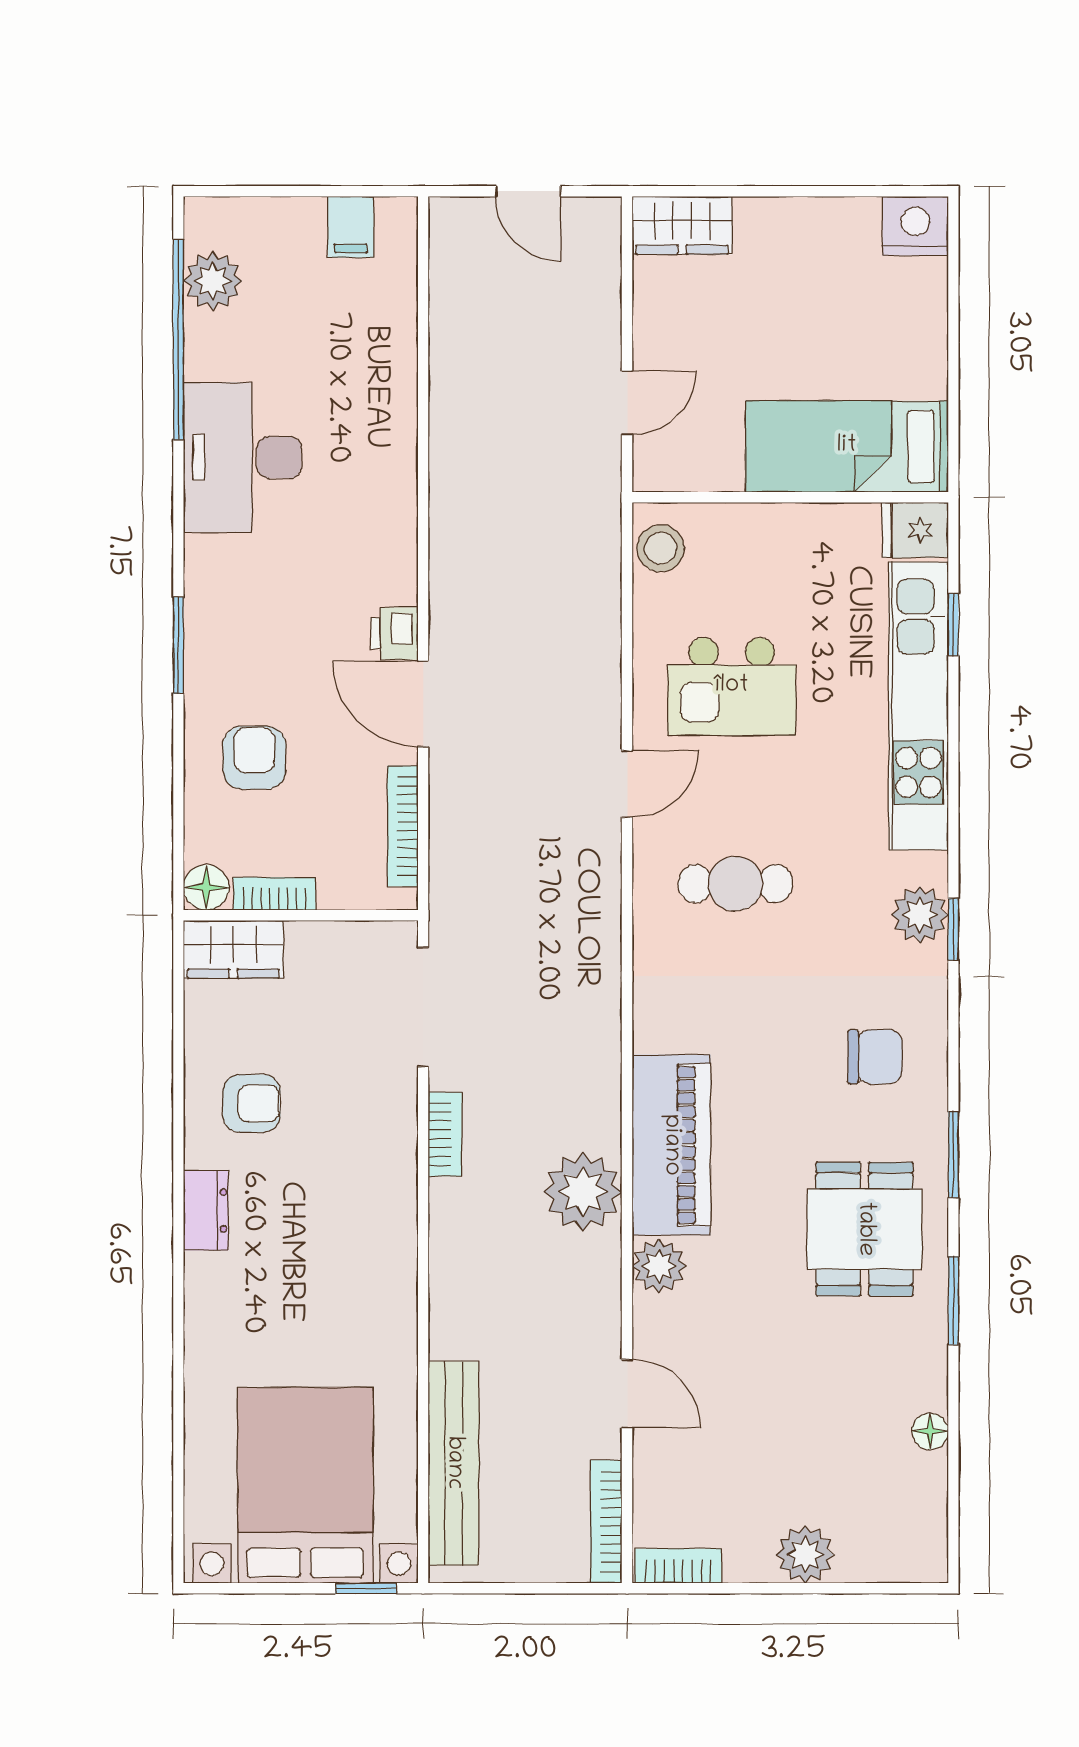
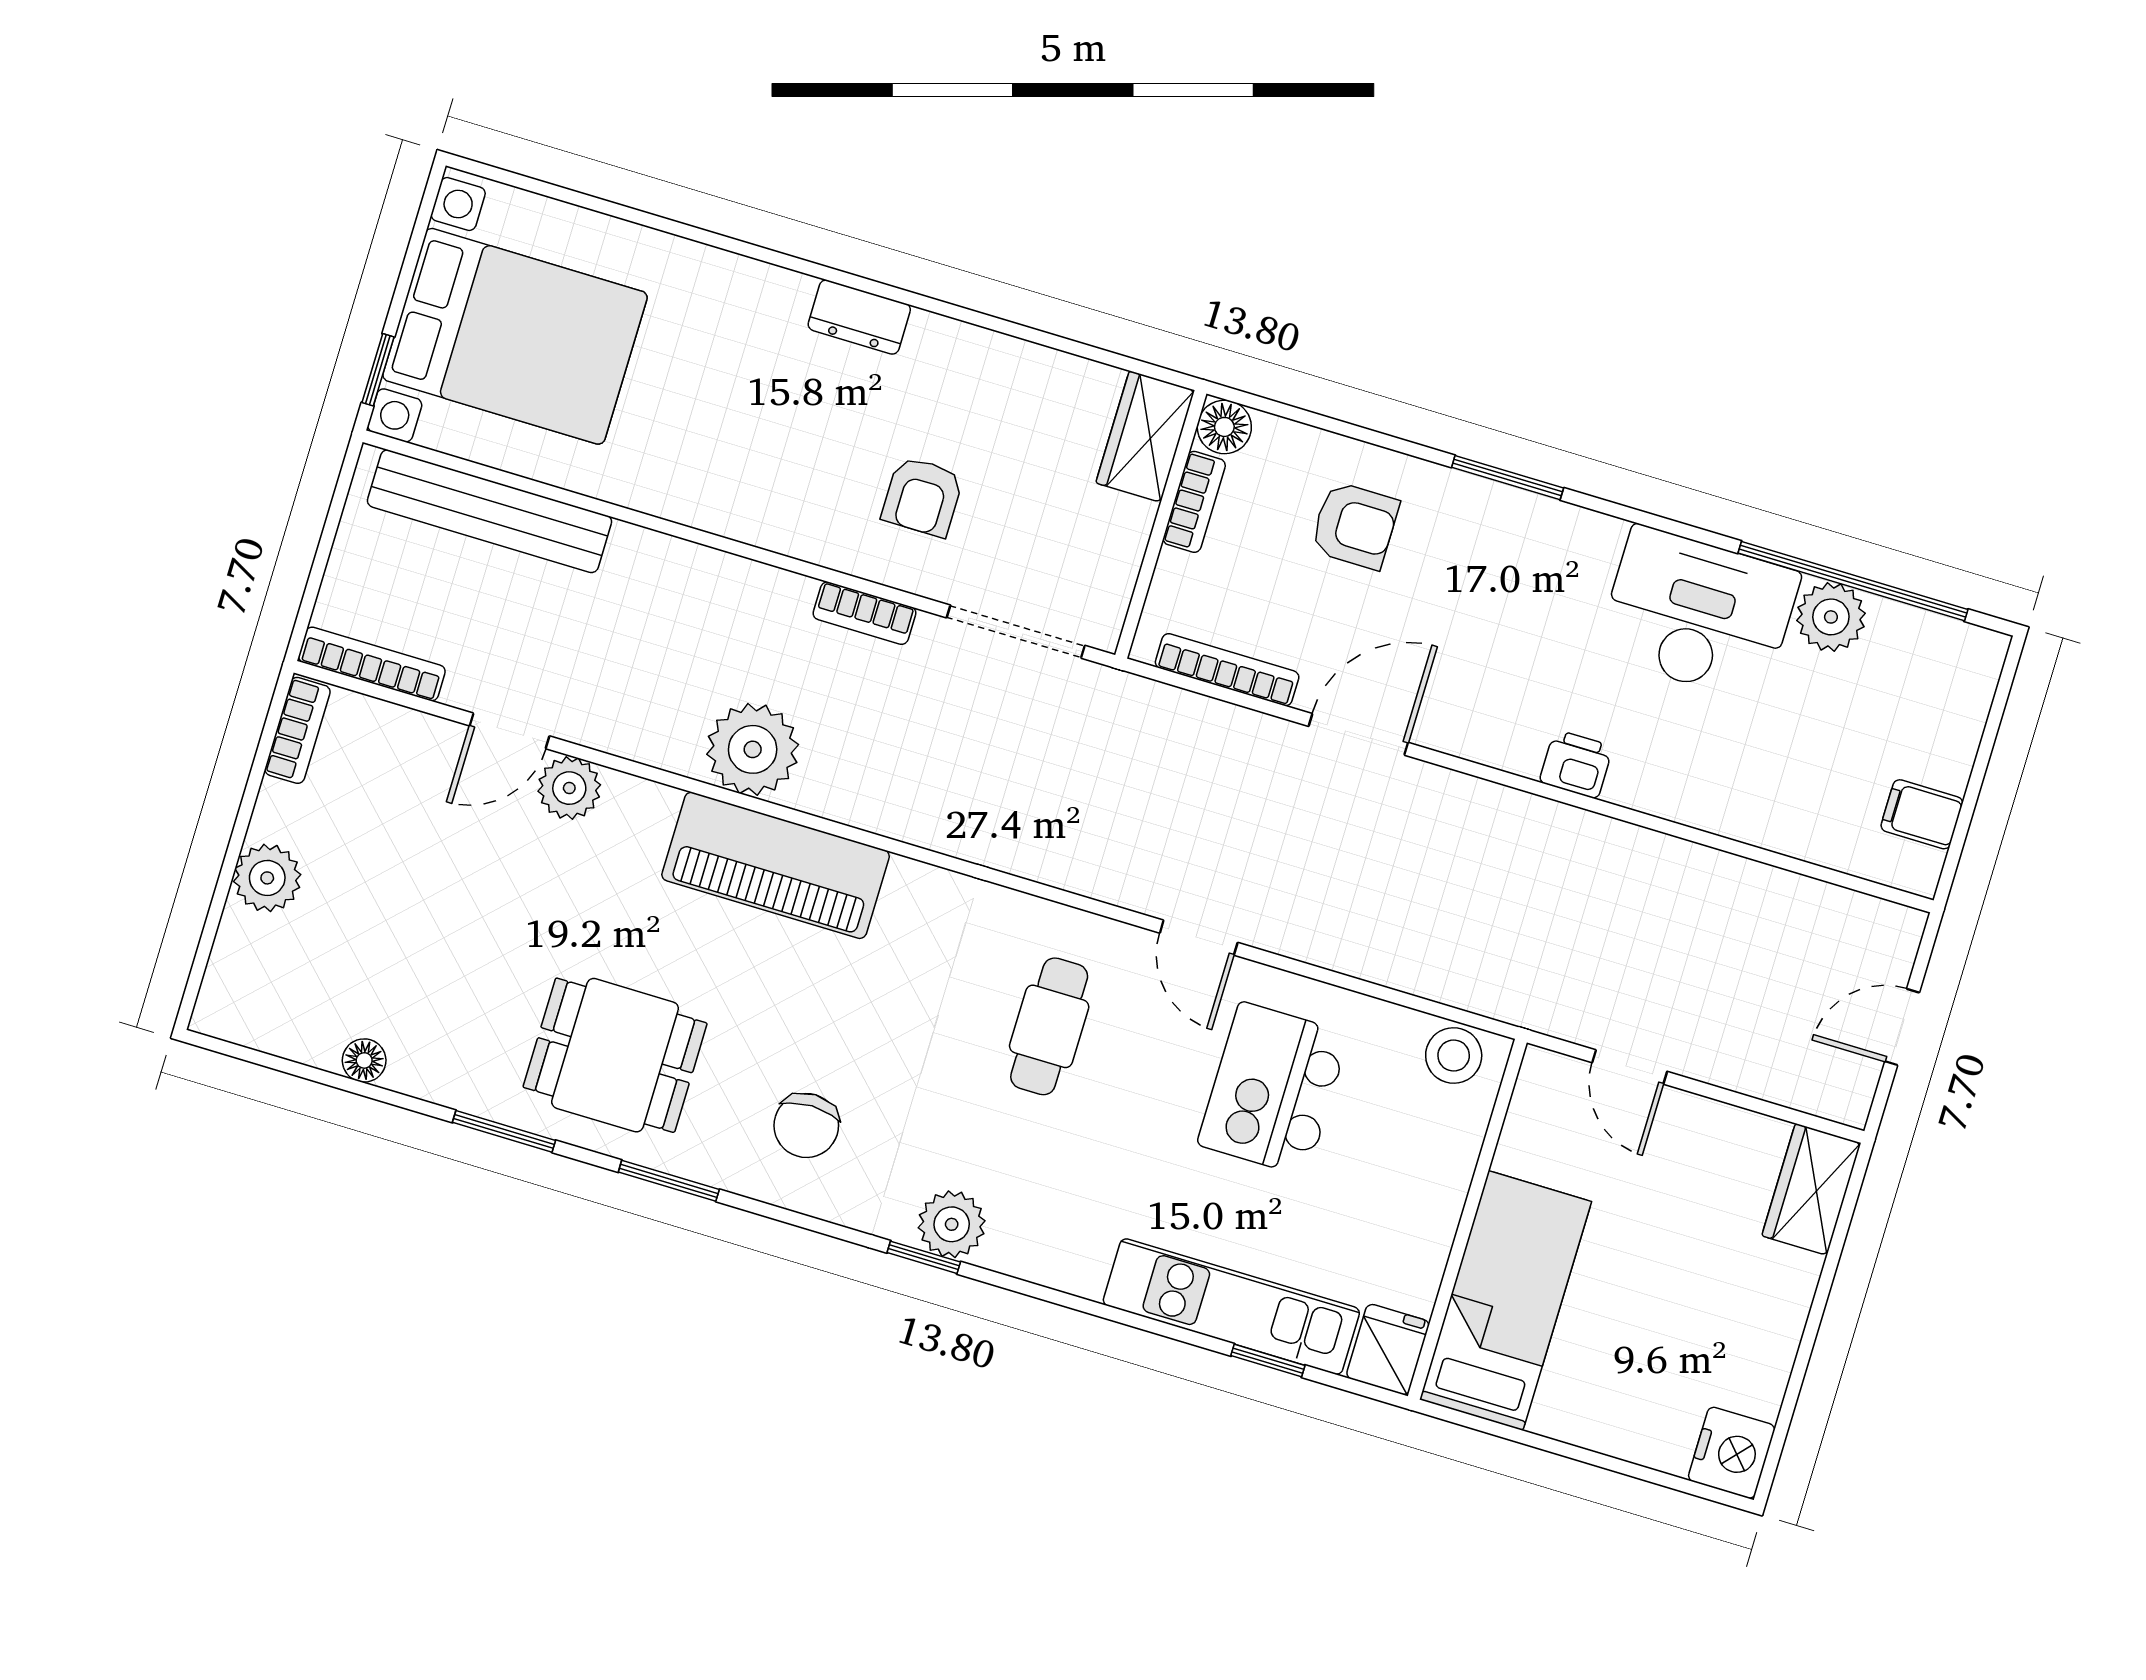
plant: (213, 281) -> (1831, 617), moved
printer: (394, 633) -> (1576, 764), moved
kitchen unit: (919, 706) -> (1231, 1307), width x0.73
armchair: (252, 1103) -> (922, 497), moved
plant: (659, 1266) -> (569, 788), moved

